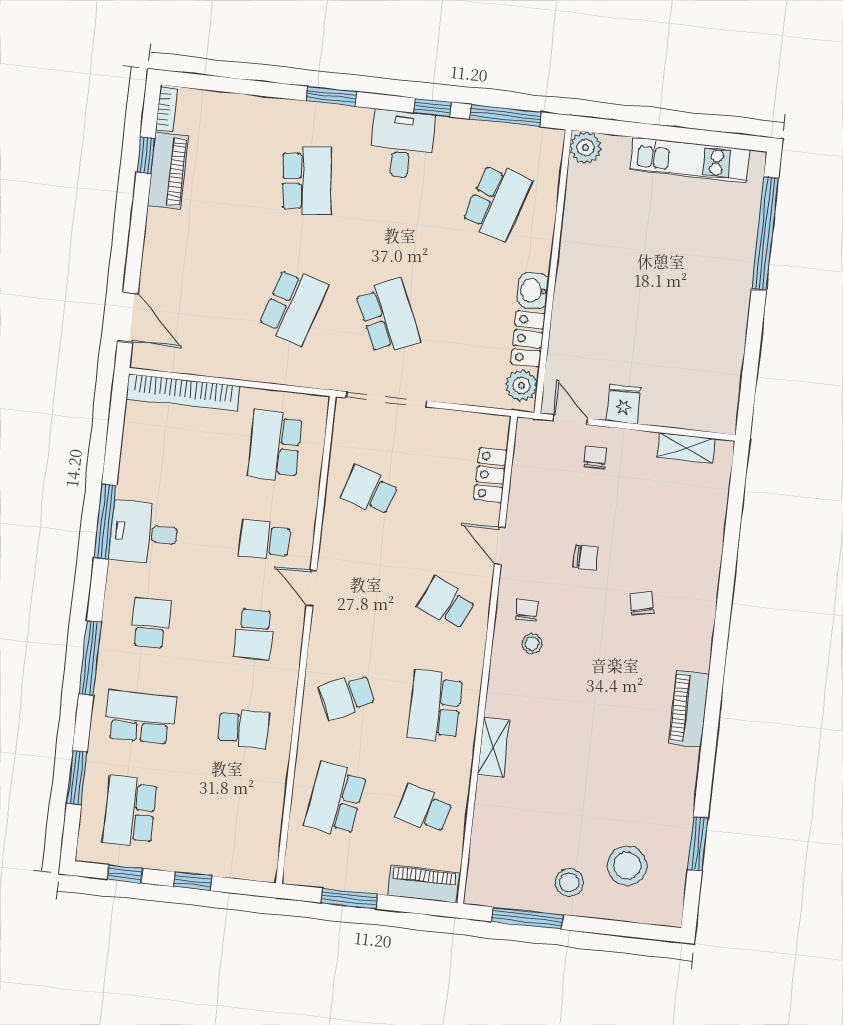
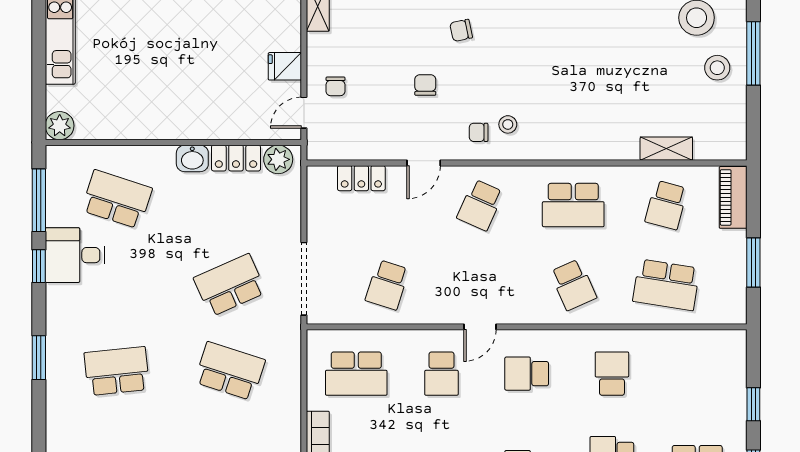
desk: (402, 144) -> (75, 255), moved
chair: (595, 458) -> (335, 86), turned -90
school desk: (254, 634) -> (527, 374), turned 180
shelving: (494, 747) -> (666, 149), moved
window: (527, 918) -> (753, 53), moved

